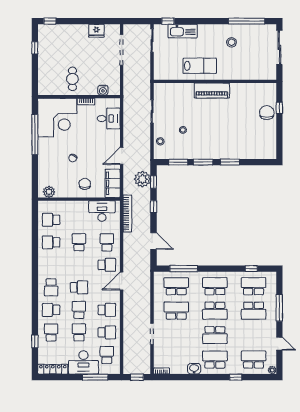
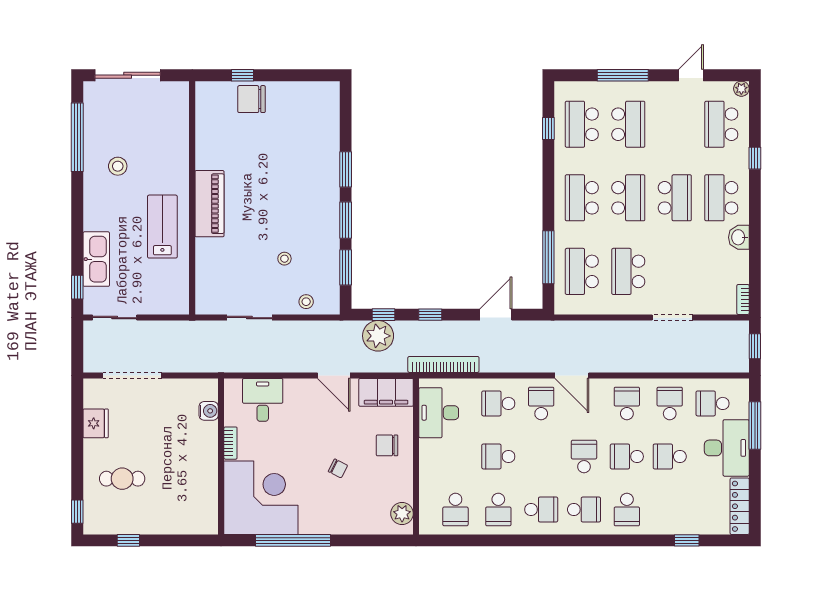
cafe table: (72, 79) -> (122, 479), moved
school desk: (51, 332) -> (541, 510), moved, turned 180

